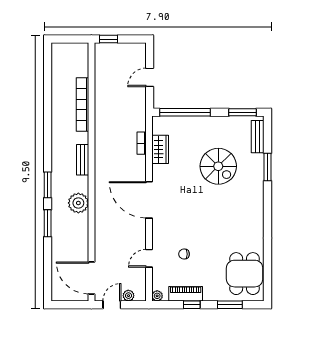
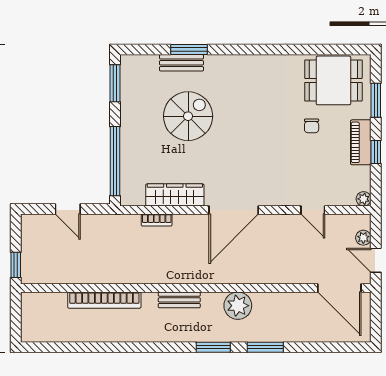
bench: (258, 137) -> (181, 63), moved
wardrobe: (160, 149) -> (175, 195), width x1.50
chair: (184, 254) -> (312, 126), moved
door: (91, 278) -> (339, 288), hinge flipped
piano: (186, 294) -> (361, 142), moved

